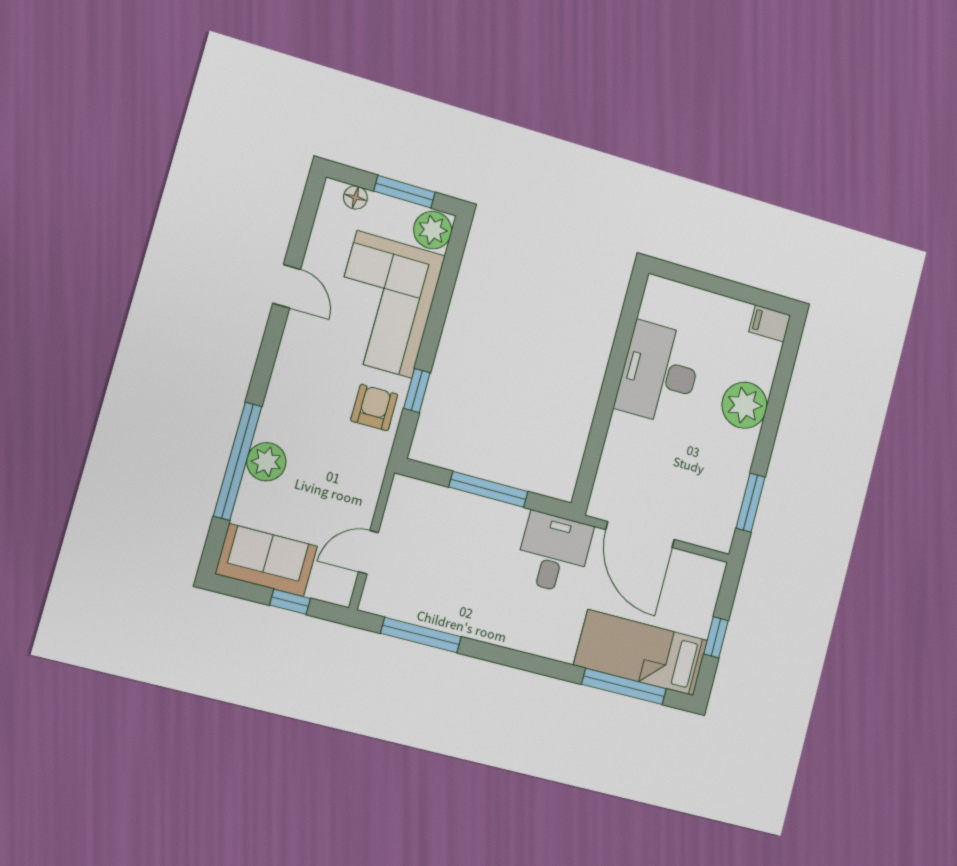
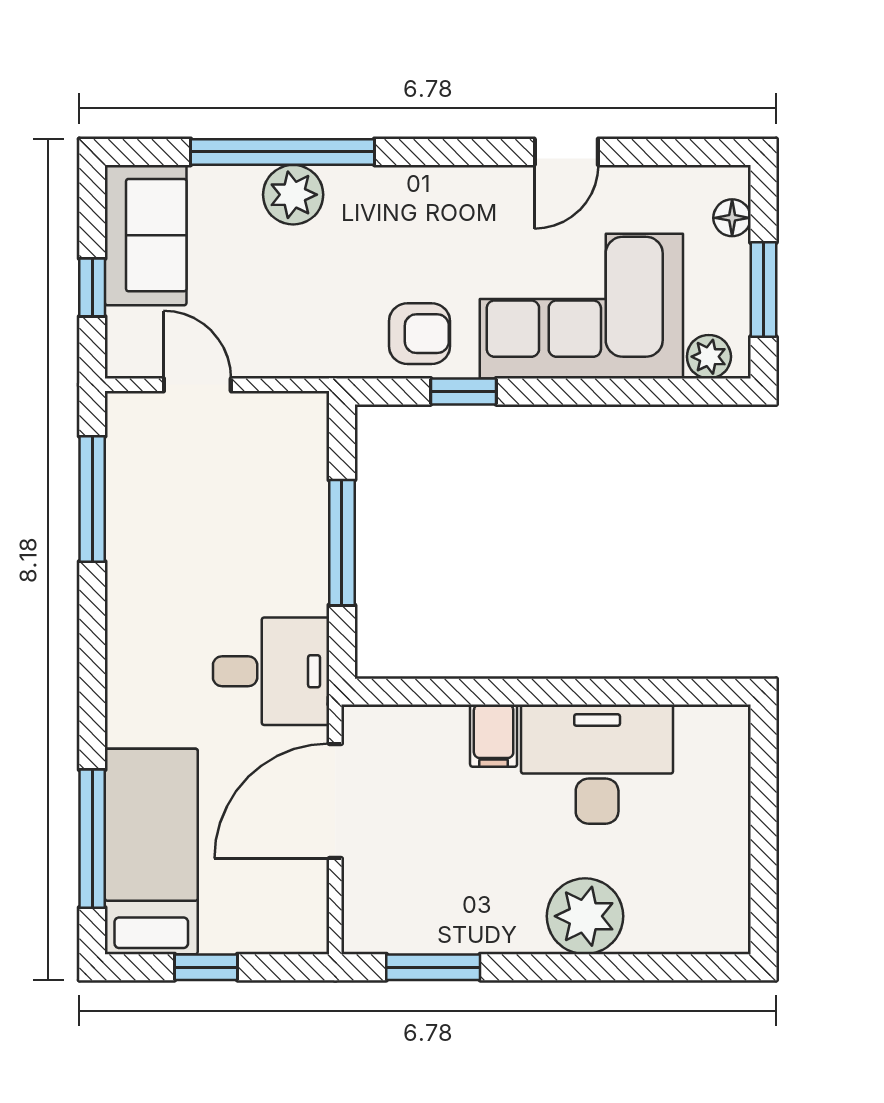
plant: (433, 230) -> (709, 357), width x0.73, depth x0.73
filing cabinet: (770, 323) -> (494, 736), moved, turned 180

